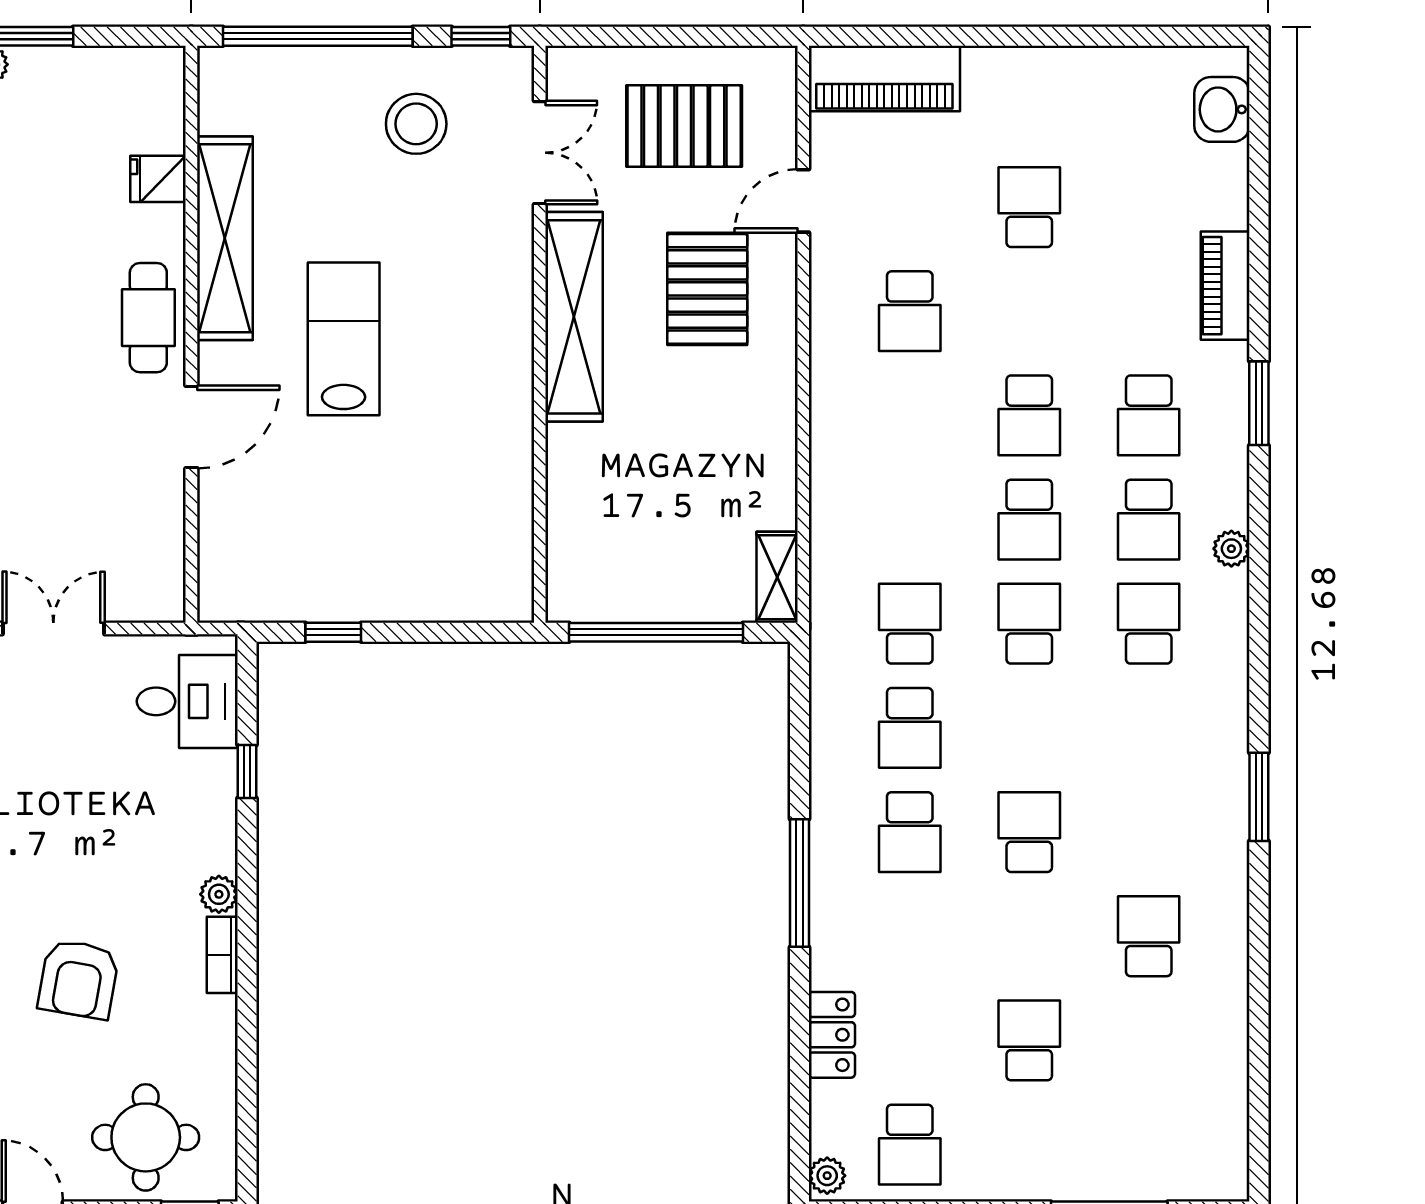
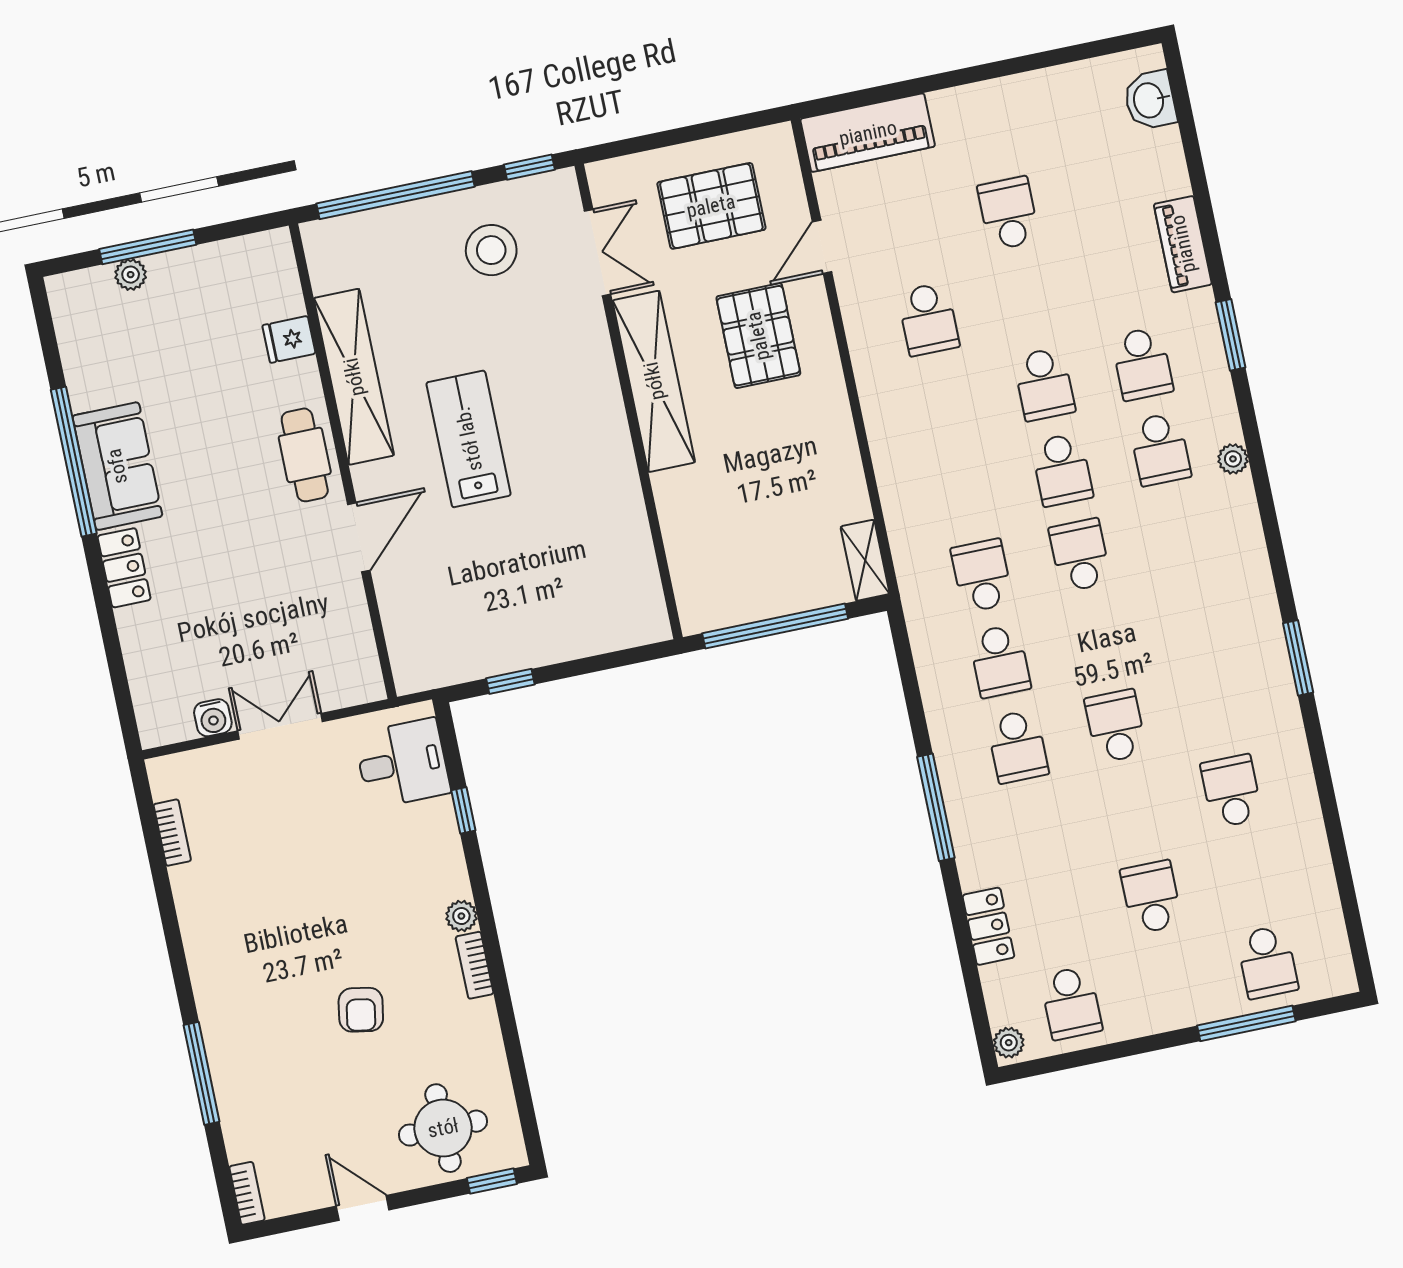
school desk: (1149, 624) -> (1267, 962), moved, turned 180
armchair: (79, 979) -> (361, 1010), width x0.72, depth x0.72

